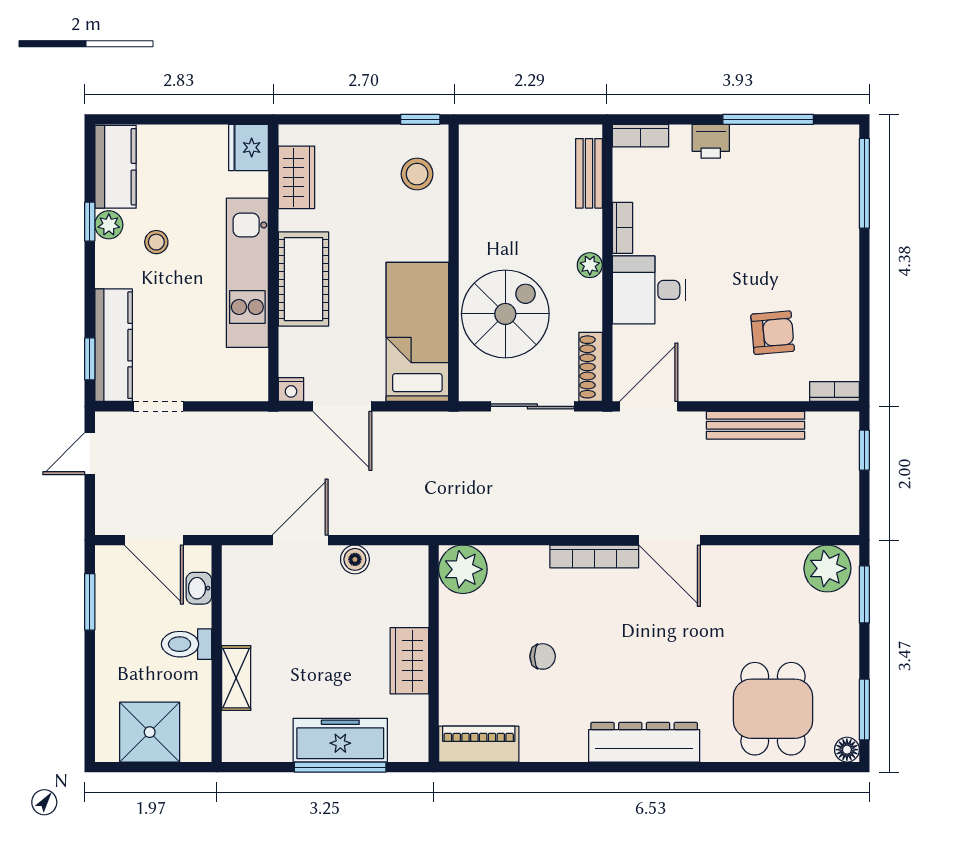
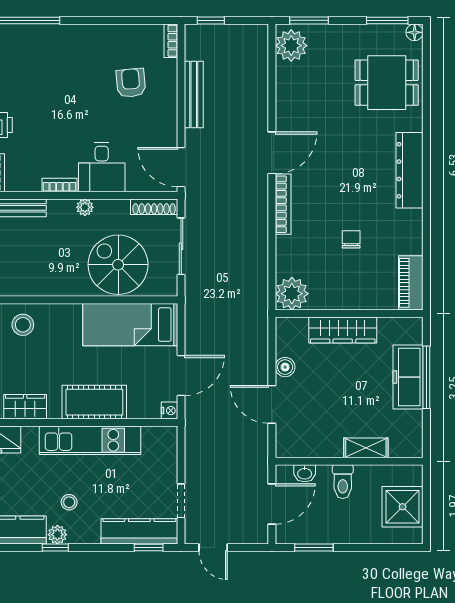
wardrobe: (409, 661) -> (343, 330), width x1.50

